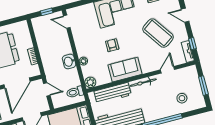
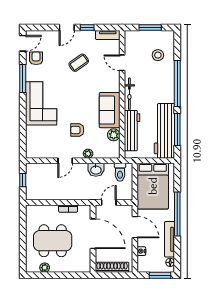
door: (67, 22) -> (65, 161), moved
coffee table: (158, 33) -> (79, 63), width x0.54, depth x0.58
window: (192, 44) -> (87, 28), moved
armchair: (112, 45) -> (77, 130), moved
washbasin: (69, 61) -> (96, 170), moved
plant: (90, 82) -> (114, 135), moved

